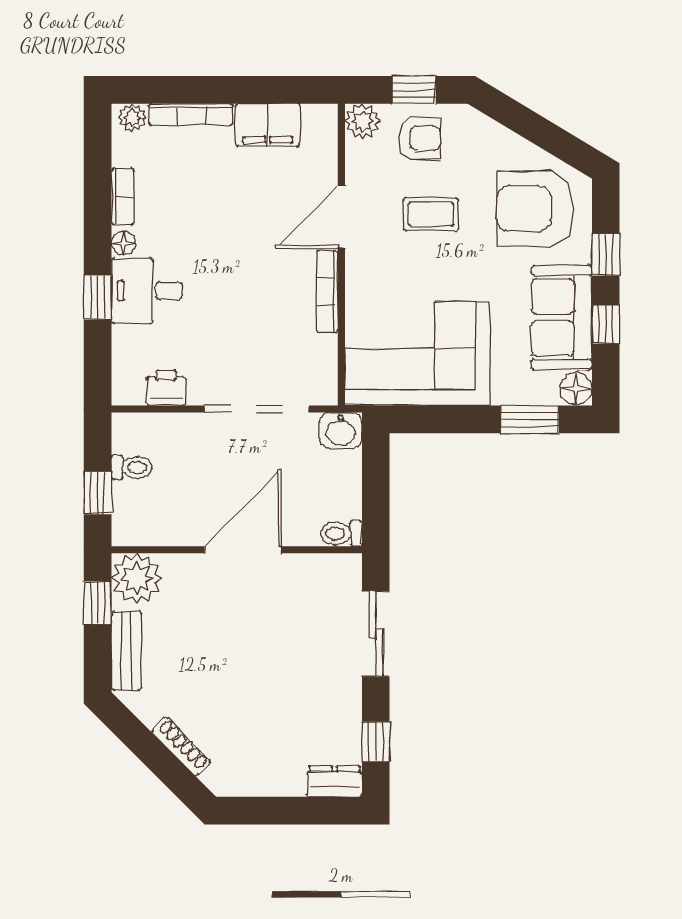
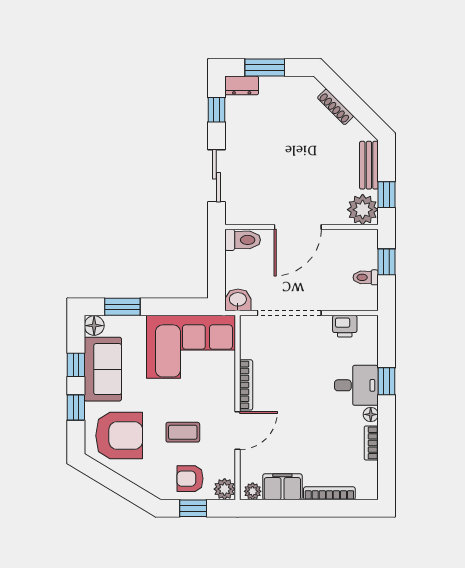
plant: (132, 118) -> (253, 491), moved
toilet: (341, 533) -> (243, 240), width x1.37, depth x1.39
window: (297, 811) -> (265, 68), added

